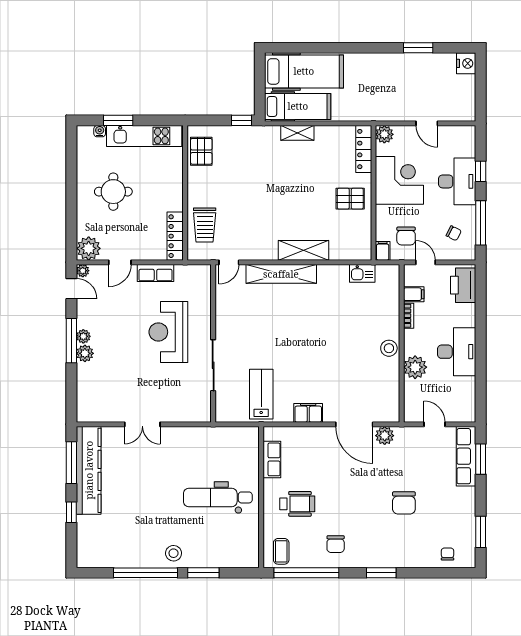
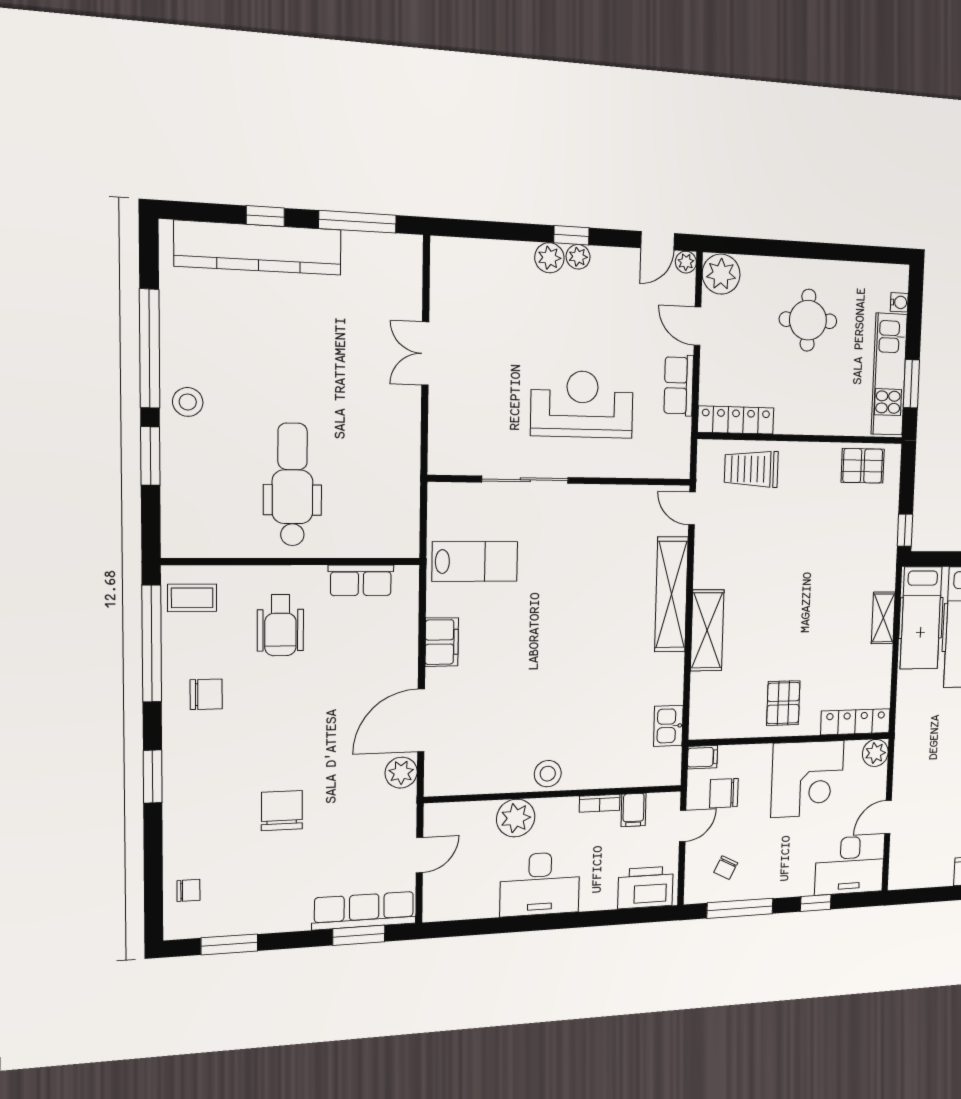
window: (118, 120) -> (911, 384), moved
desk: (457, 181) -> (850, 865), moved
window: (71, 341) -> (571, 235), width x0.46
kitchen counter: (89, 470) -> (258, 248), moved
chair: (404, 503) -> (282, 811), turned 90
chair: (336, 544) -> (206, 694), turned 180

